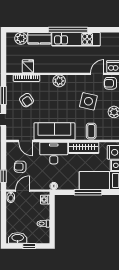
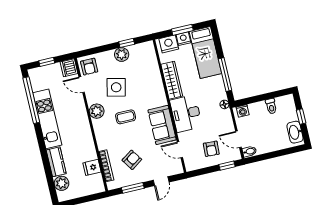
window: (68, 30) -> (31, 100), moved
plant: (59, 81) -> (97, 111), moved
sofa: (54, 131) -> (162, 125), width x0.73
coffee table: (91, 131) -> (126, 117), moved
door: (25, 141) -> (180, 150), swing flipped
window: (88, 192) -> (225, 75), moved

